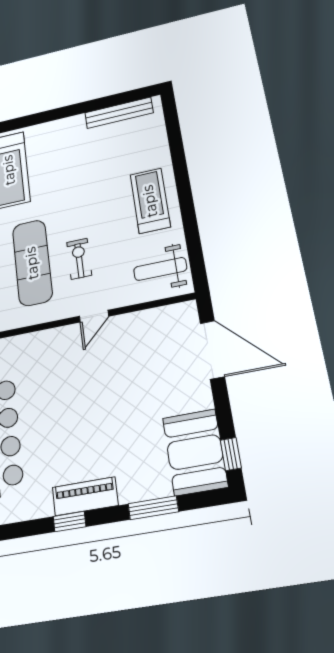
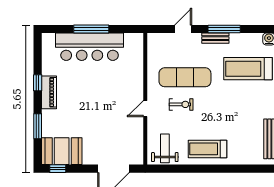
treadmill: (150, 201) -> (207, 149), turned 180
door: (94, 316) -> (145, 109), hinge flipped

